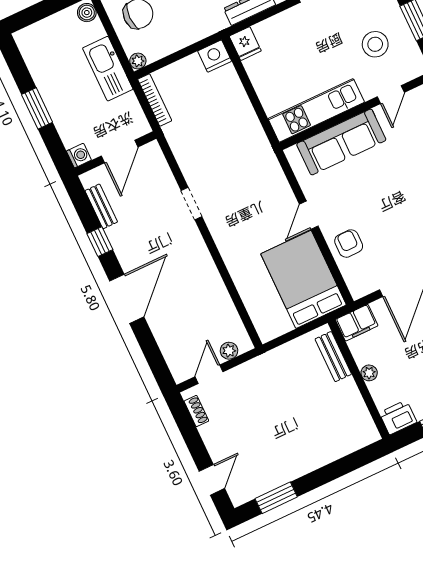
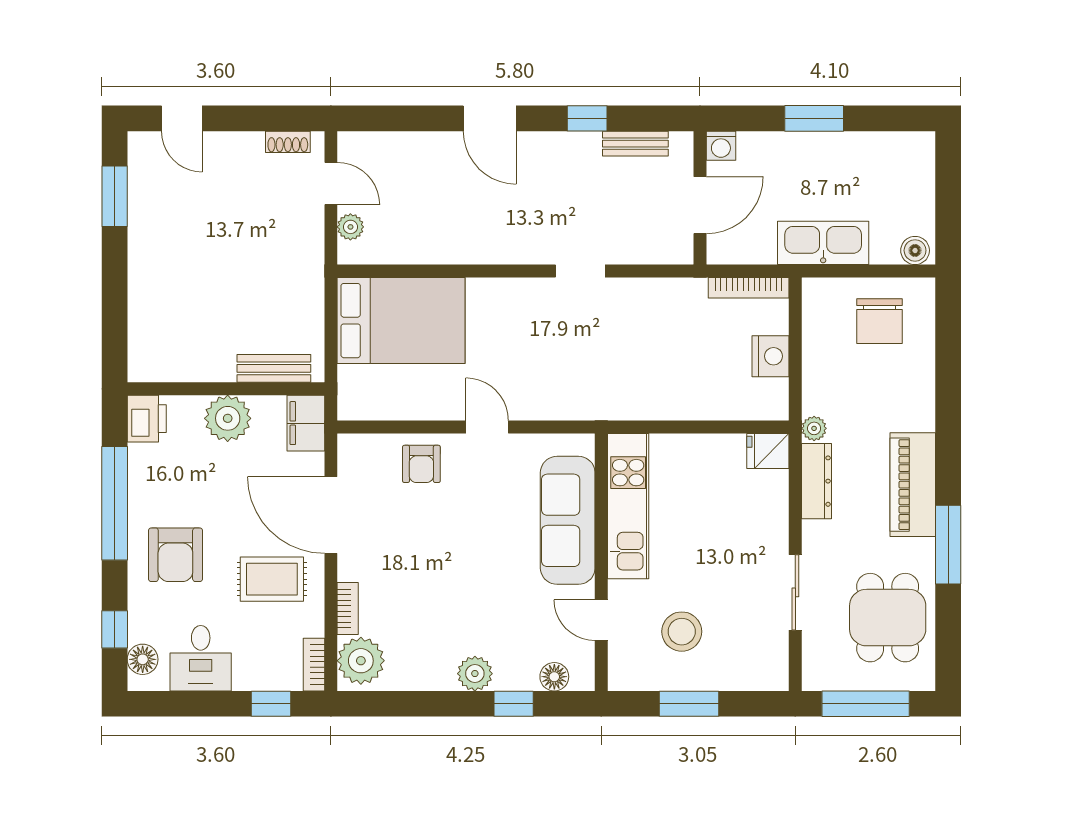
nightstand: (215, 56) -> (771, 356), moved
plant: (138, 61) -> (814, 428), moved
door: (120, 151) -> (700, 205), swing flipped
armchair: (349, 244) -> (421, 464), turned 90
bed: (303, 279) -> (401, 321), moved
door: (127, 299) -> (490, 118), width x0.73
plant: (369, 373) -> (228, 418), width x1.88, depth x1.88

